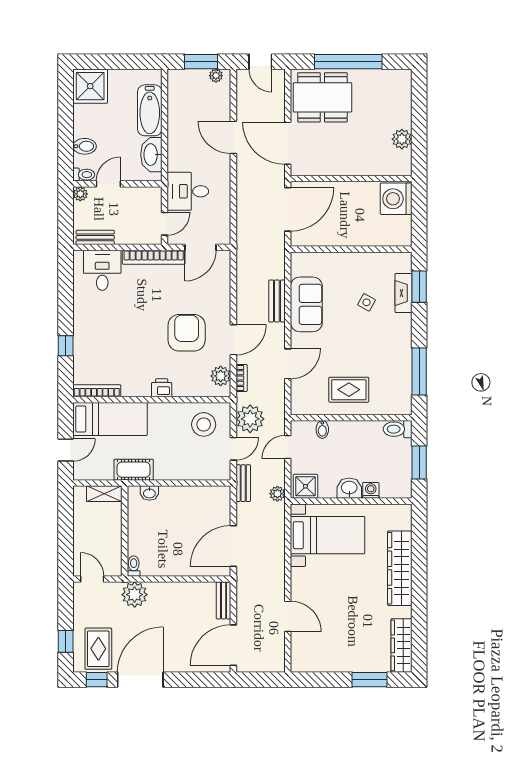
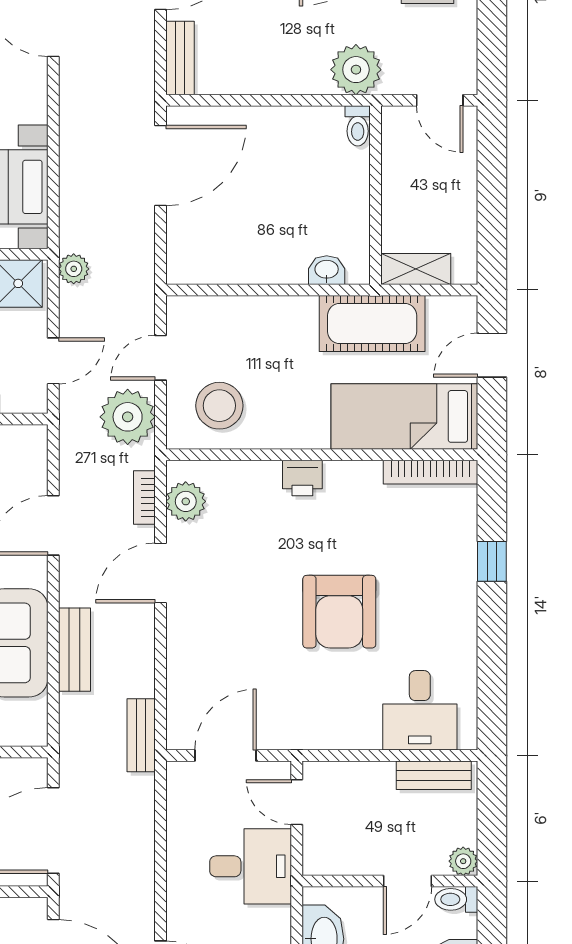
door: (165, 224) -> (297, 802), hinge flipped
bookcase: (154, 257) -> (318, 736), removed
armchair: (187, 333) -> (339, 612), moved
cot: (134, 470) -> (372, 323), width x1.37, depth x1.34
bench: (243, 483) -> (141, 735), moved

